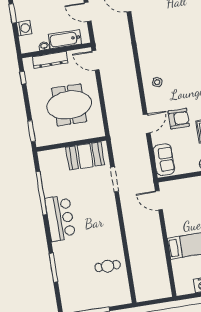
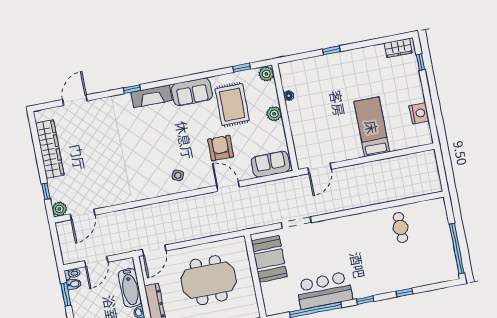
meeting table: (69, 105) -> (209, 280), turned 90
bar counter: (60, 218) -> (324, 290), moved
window: (48, 235) -> (365, 300), added
window: (53, 268) -> (404, 293), width x0.46

